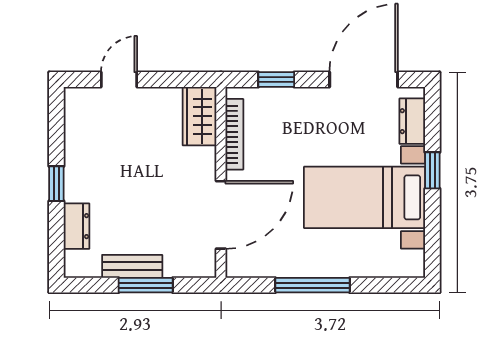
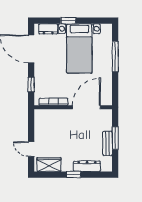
wardrobe: (200, 116) -> (49, 165), moved, turned 180
door: (221, 215) -> (86, 107), hinge flipped
dresser: (77, 226) -> (87, 166), width x1.44
window: (312, 285) -> (115, 57), moved

